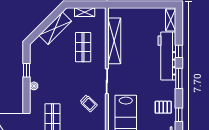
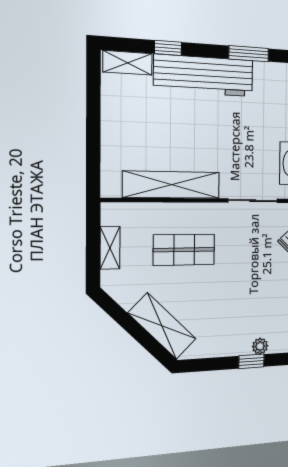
shelving: (55, 28) -> (162, 326), moved
window: (179, 51) -> (168, 48), moved
window: (27, 70) -> (251, 361), moved

